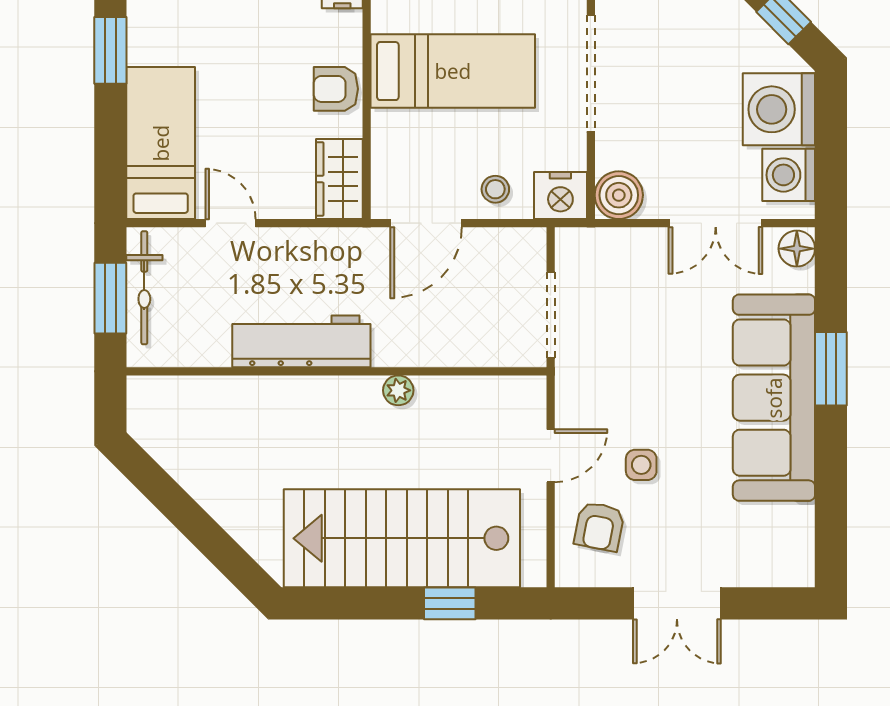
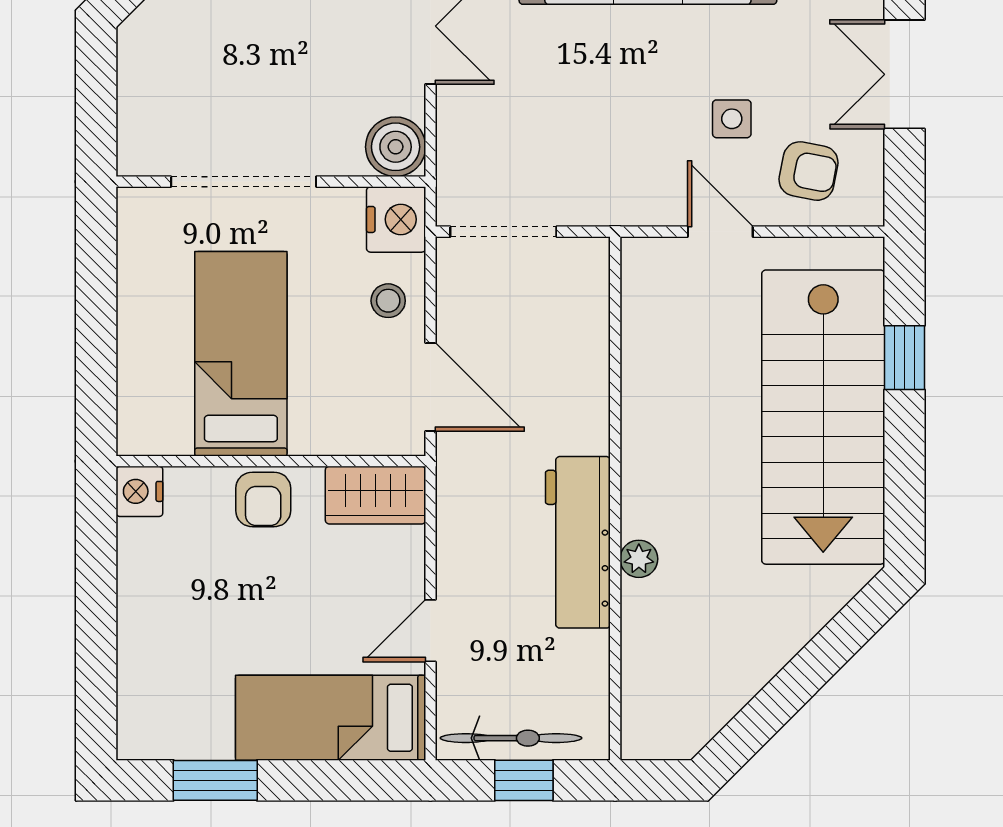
window: (110, 298) -> (524, 780), width x0.67
doorway: (551, 315) -> (503, 232), moved
plant: (398, 390) -> (639, 559), moved
double door: (677, 603) -> (905, 74), swing flipped

